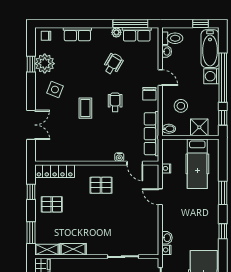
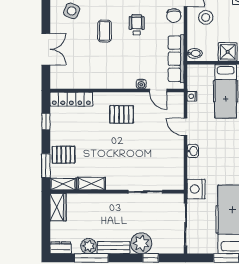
stool: (181, 106) -> (206, 17), moved
pallet: (52, 204) -> (64, 155), moved
washbasin: (167, 238) -> (193, 151), moved
nightstand: (166, 250) -> (196, 189), width x1.89, depth x1.79

